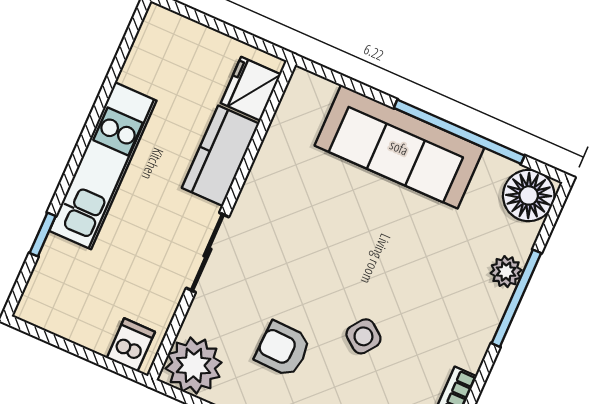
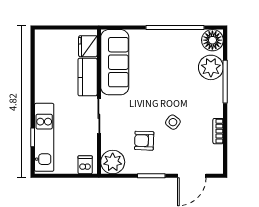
sofa: (399, 147) -> (115, 62), moved, turned -90
kitchen unit: (103, 166) -> (44, 137), moved
plant: (506, 272) -> (211, 67), width x1.88, depth x1.88

